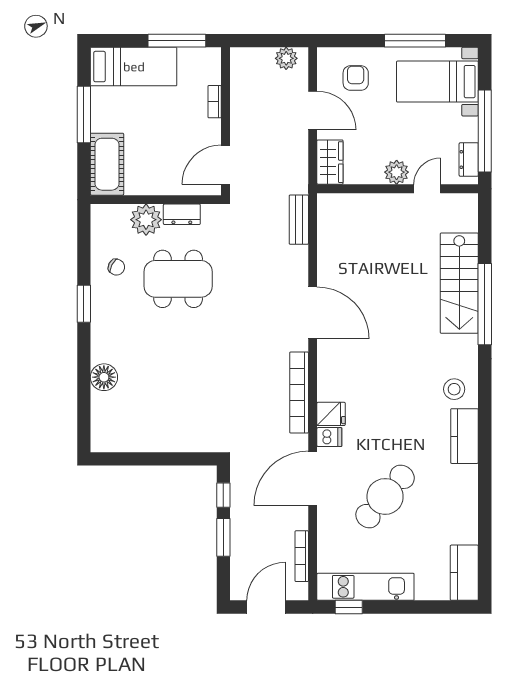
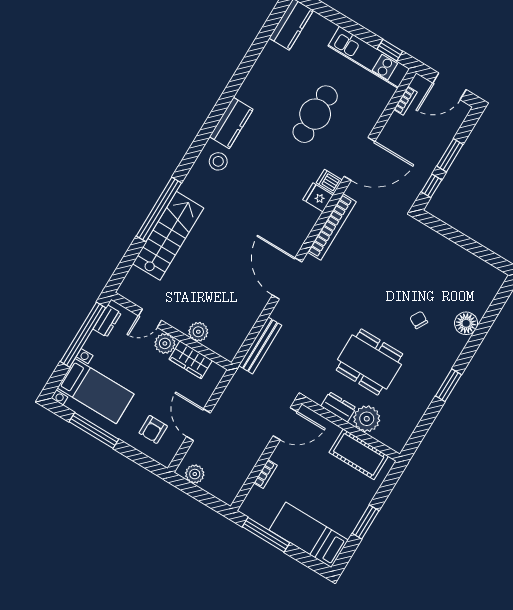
window: (84, 115) -> (366, 522), width x0.69
wardrobe: (330, 162) -> (191, 360), moved, turned -90
cot: (107, 164) -> (359, 454), moved, turned 90
plant: (370, 205) -> (198, 332), added
bench: (299, 220) -> (260, 345), width x1.36
chair: (116, 267) -> (419, 320), moved
cafe table: (385, 496) -> (315, 114), turned -40
bookcase: (302, 556) -> (405, 101), width x0.64

